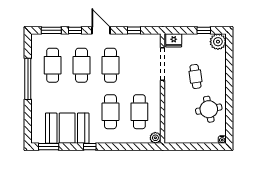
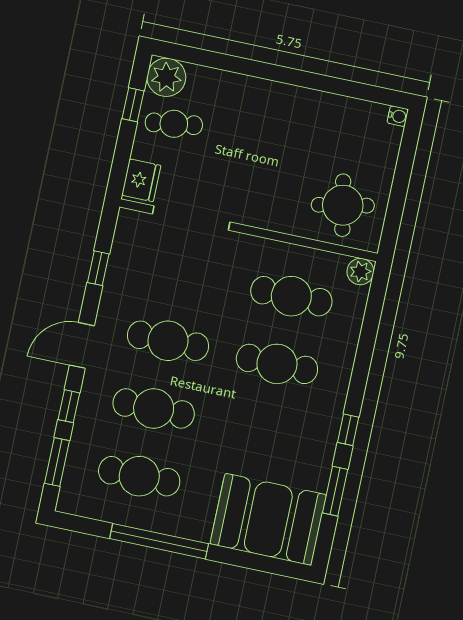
cafe table: (195, 76) -> (174, 124), moved
round table: (209, 109) -> (343, 205), moved
booth: (67, 128) -> (268, 519), moved, turned 90
window: (49, 147) -> (335, 491), moved

